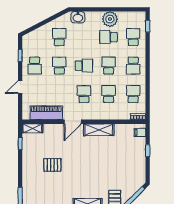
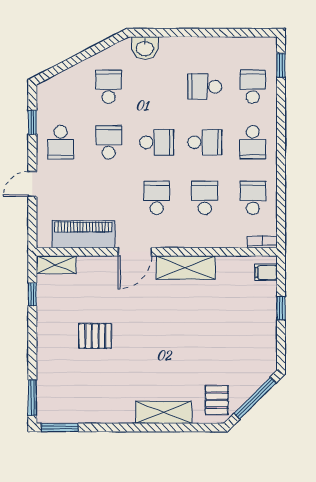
plant: (110, 19) -> (207, 52), removed
school desk: (109, 66) -> (205, 142), turned 90

